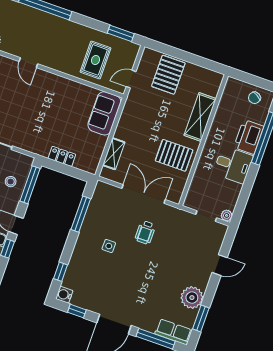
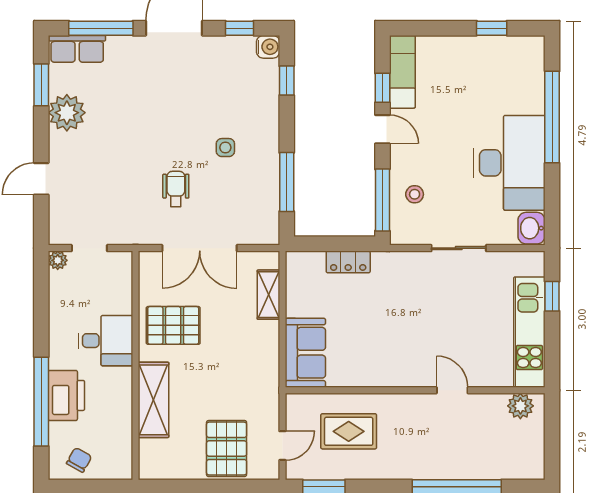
rug: (96, 60) -> (349, 431), turned 90
door: (131, 79) -> (282, 446), moved
desk: (233, 165) -> (105, 341), moved, turned 180

